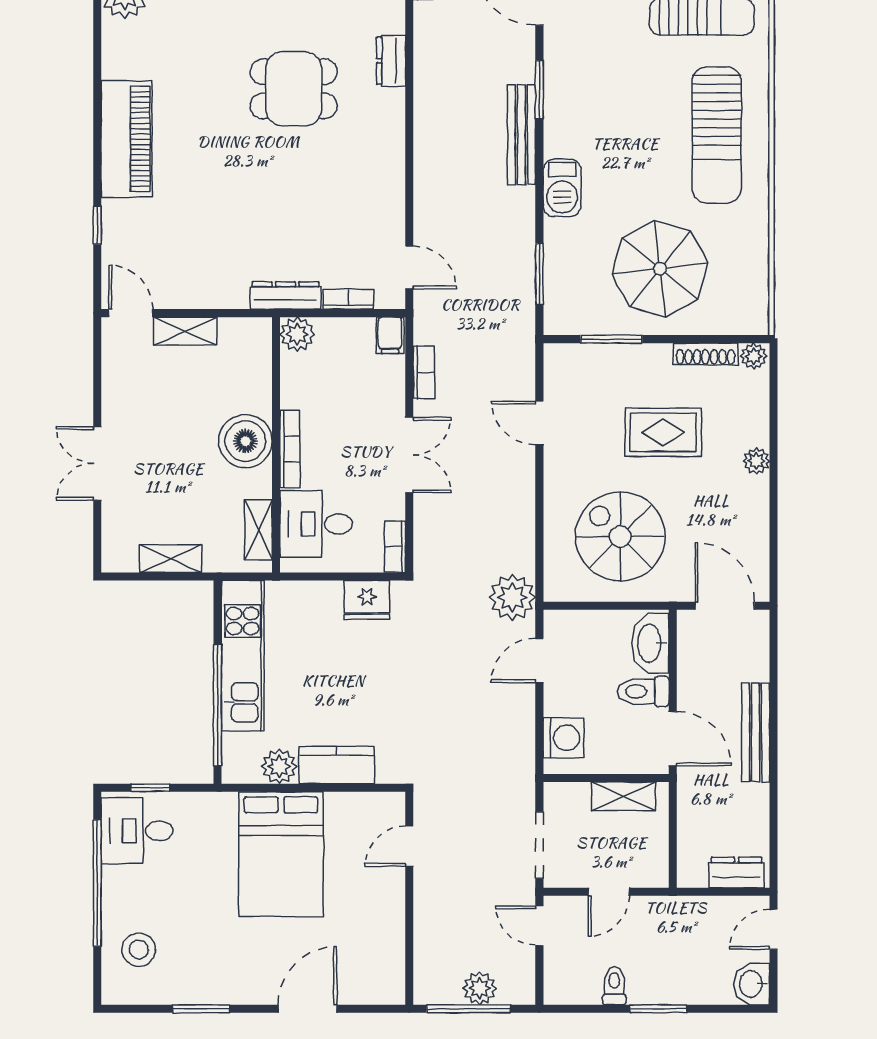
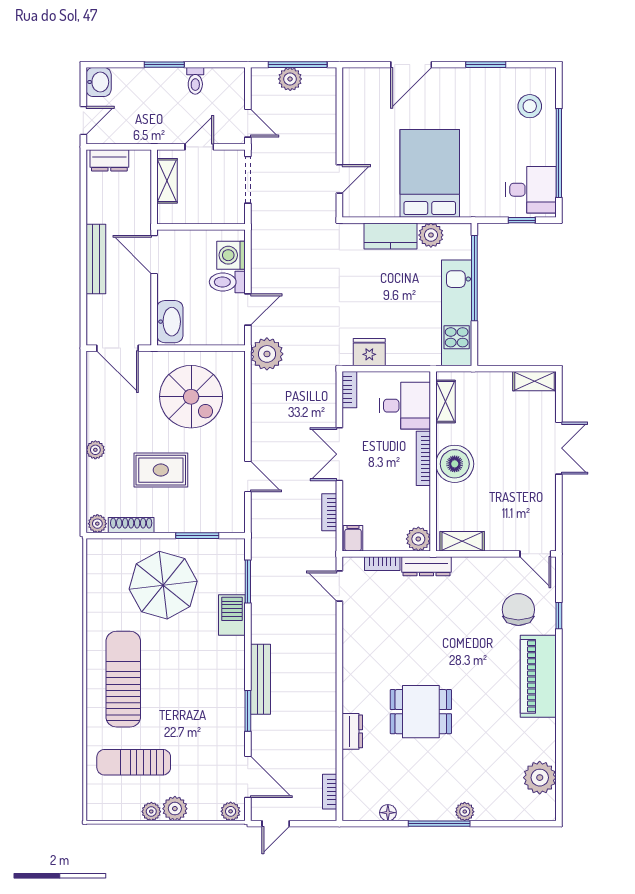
barbecue: (562, 188) -> (232, 615), moved
chair: (155, 234) -> (518, 610), added
shelving: (185, 331) -> (462, 541), moved
shelving: (171, 559) -> (534, 381), moved
toilet: (643, 691) -> (227, 282), moved, turned 180
shelving: (624, 796) -> (167, 181), moved, turned 90

